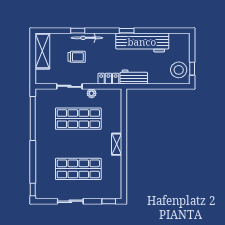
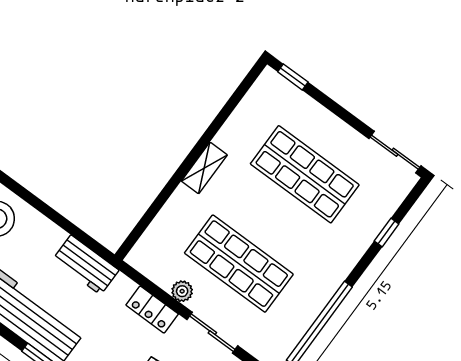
locker: (108, 79) -> (152, 310), moved
window: (33, 190) -> (387, 233), moved
sliding door: (70, 201) -> (395, 152), moved

